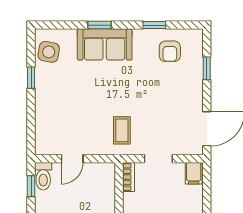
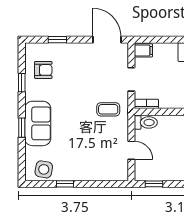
toilet: (43, 176) -> (146, 122), moved

